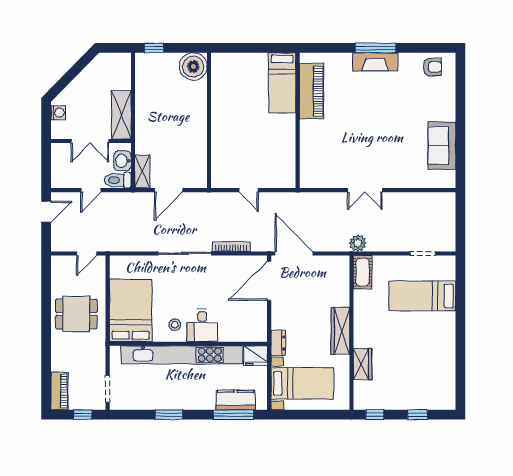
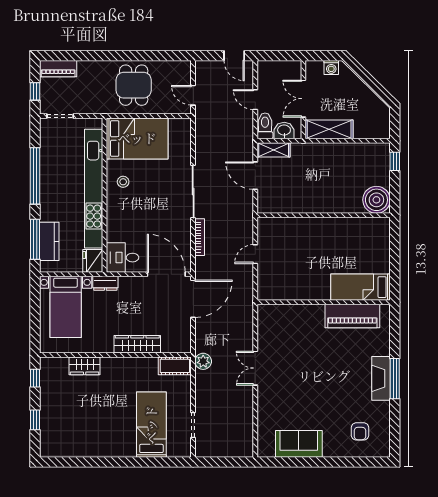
armchair: (432, 67) -> (360, 431), moved
desk: (202, 325) -> (123, 258), moved
wardrobe: (340, 331) -> (137, 344), moved
window: (169, 415) -> (35, 176), width x2.11

